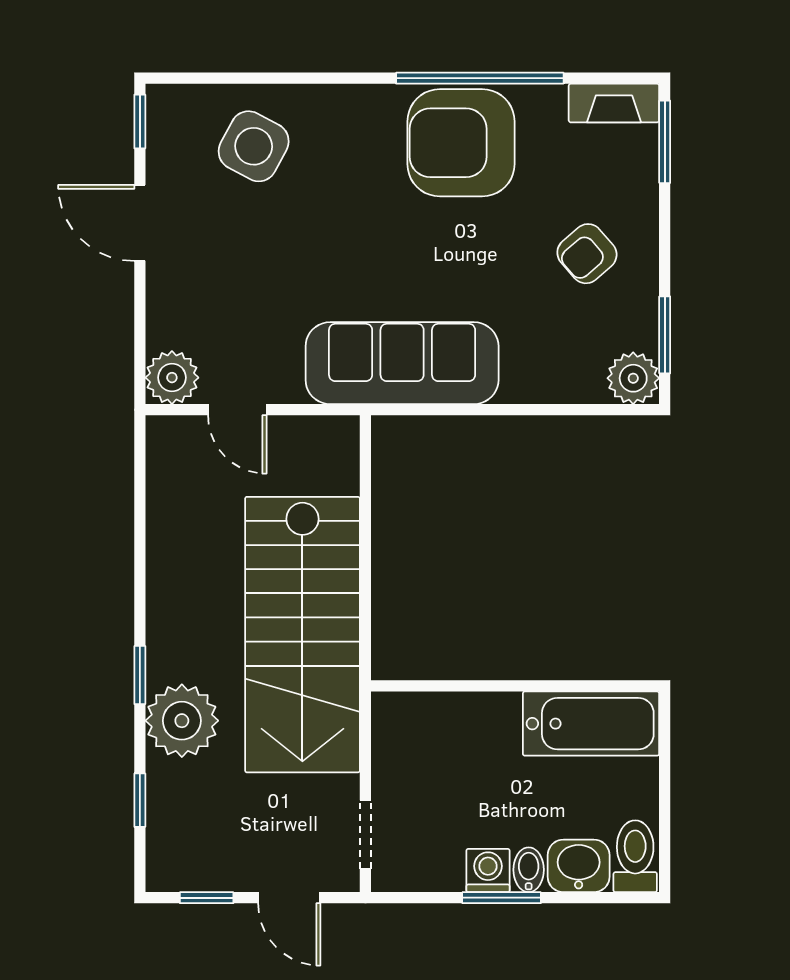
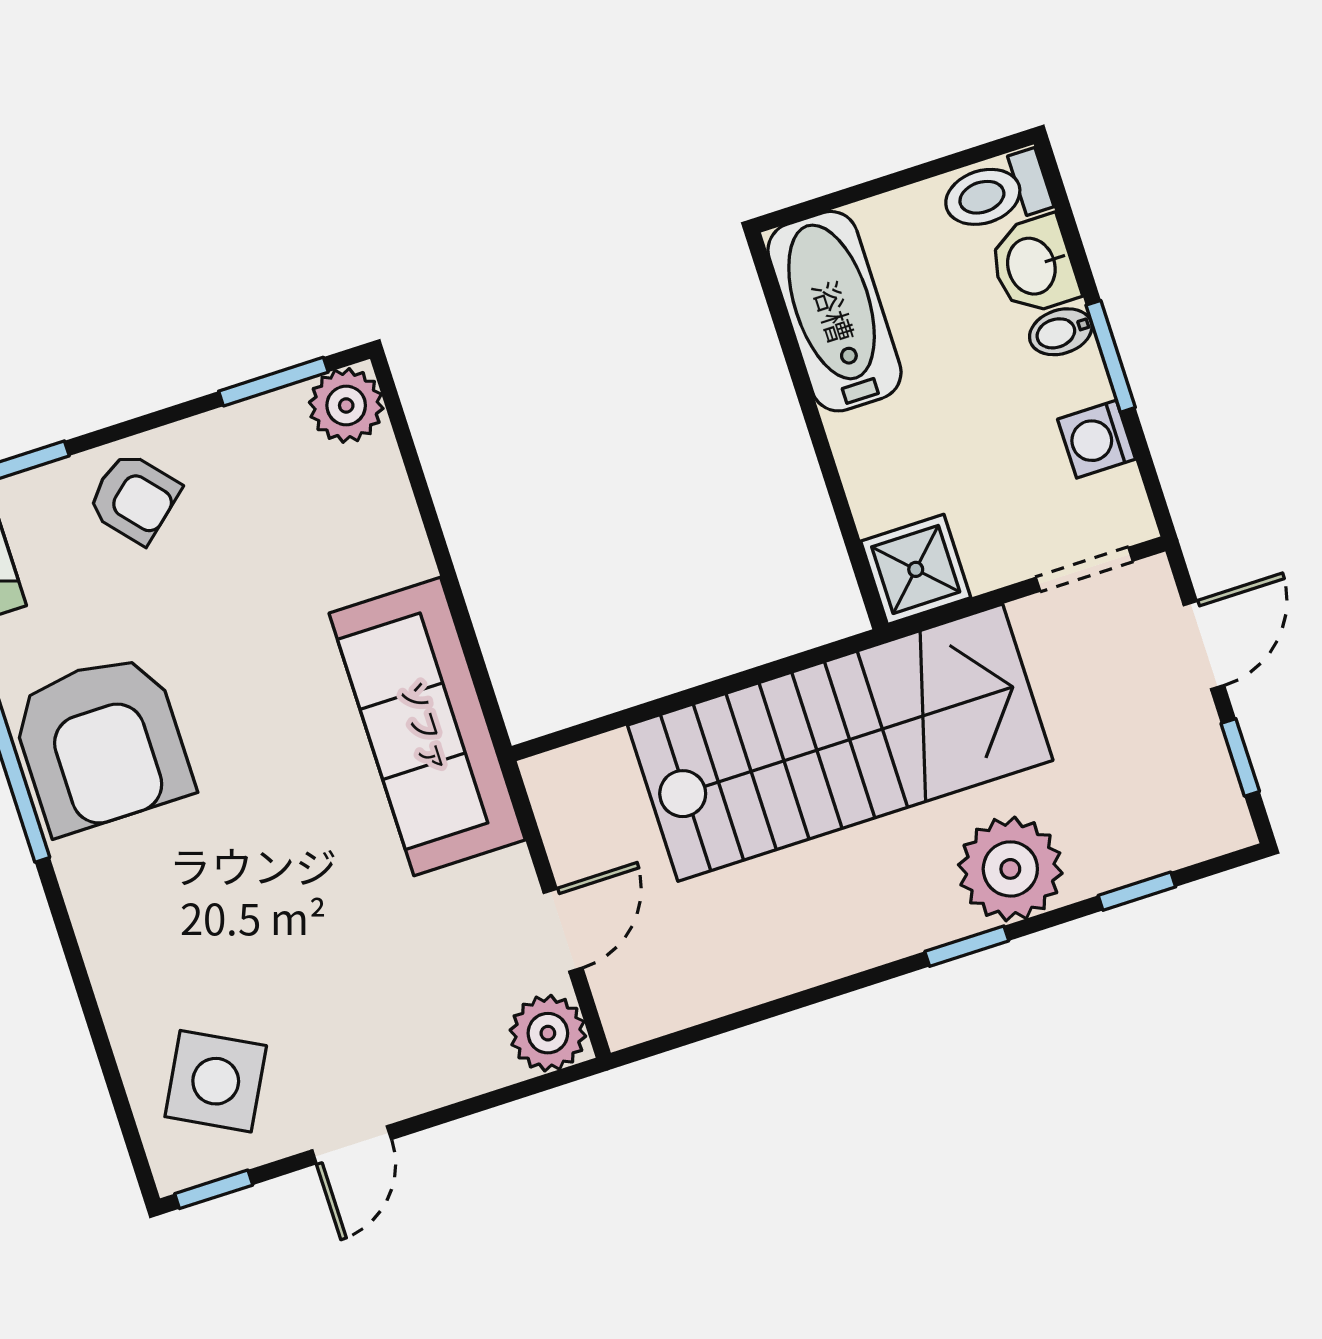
side table: (254, 146) -> (216, 1081), moved
door: (140, 223) -> (352, 1145), width x0.73
armchair: (587, 254) -> (134, 498), moved
shower: (402, 722) -> (916, 569), added
washing machine: (488, 870) -> (1096, 439), moved

